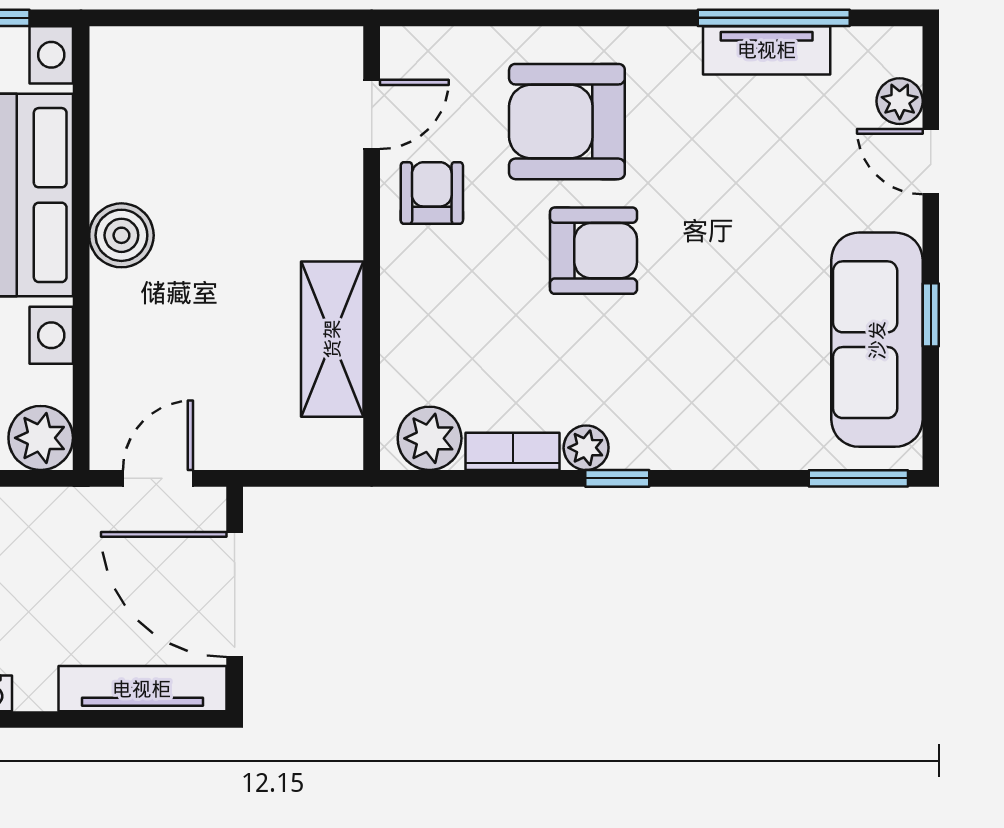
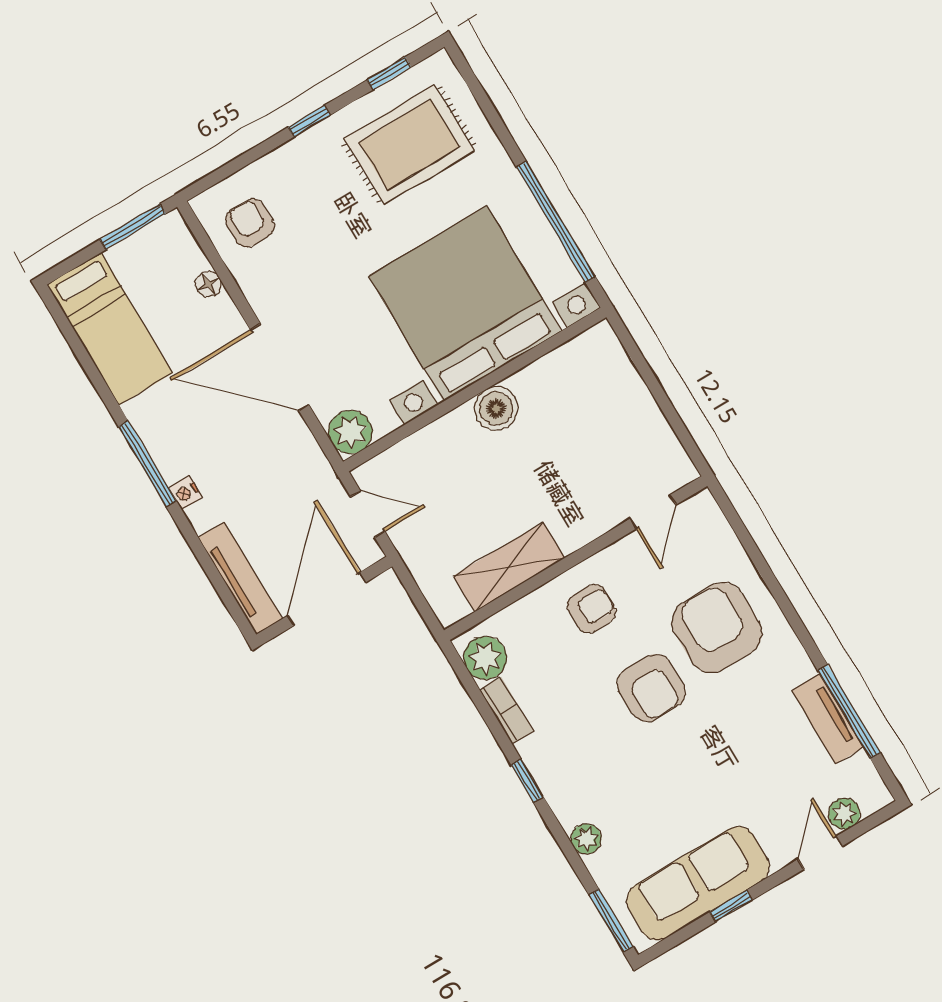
door: (372, 114) -> (653, 512), hinge flipped
armchair: (432, 193) -> (591, 609), moved
plant: (586, 448) -> (586, 839), moved

